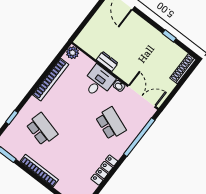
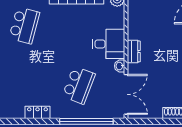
dresser: (107, 61) -> (134, 51), moved
locker: (104, 170) -> (37, 112), width x0.66

